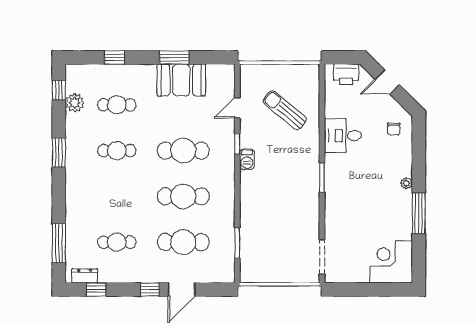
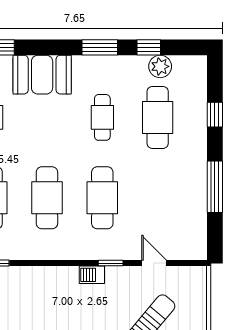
window: (174, 57) -> (215, 187), width x1.44
booth: (181, 80) -> (42, 75), moved, turned 90
window: (59, 90) -> (149, 47), moved
cafe table: (117, 105) -> (158, 117), width x1.37, depth x1.35

